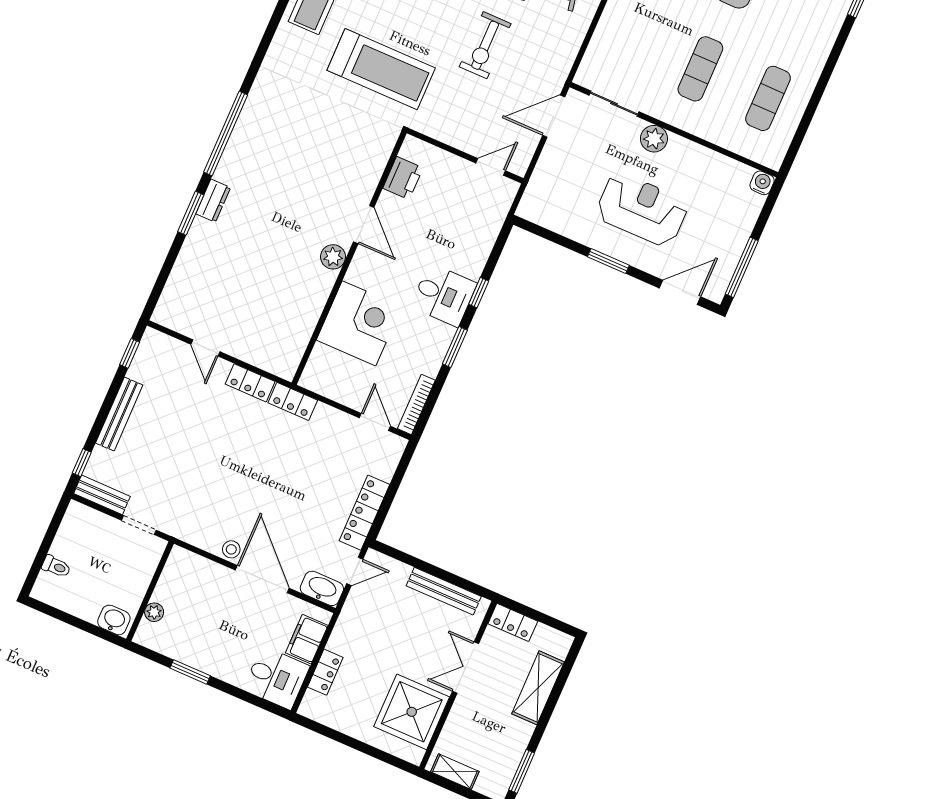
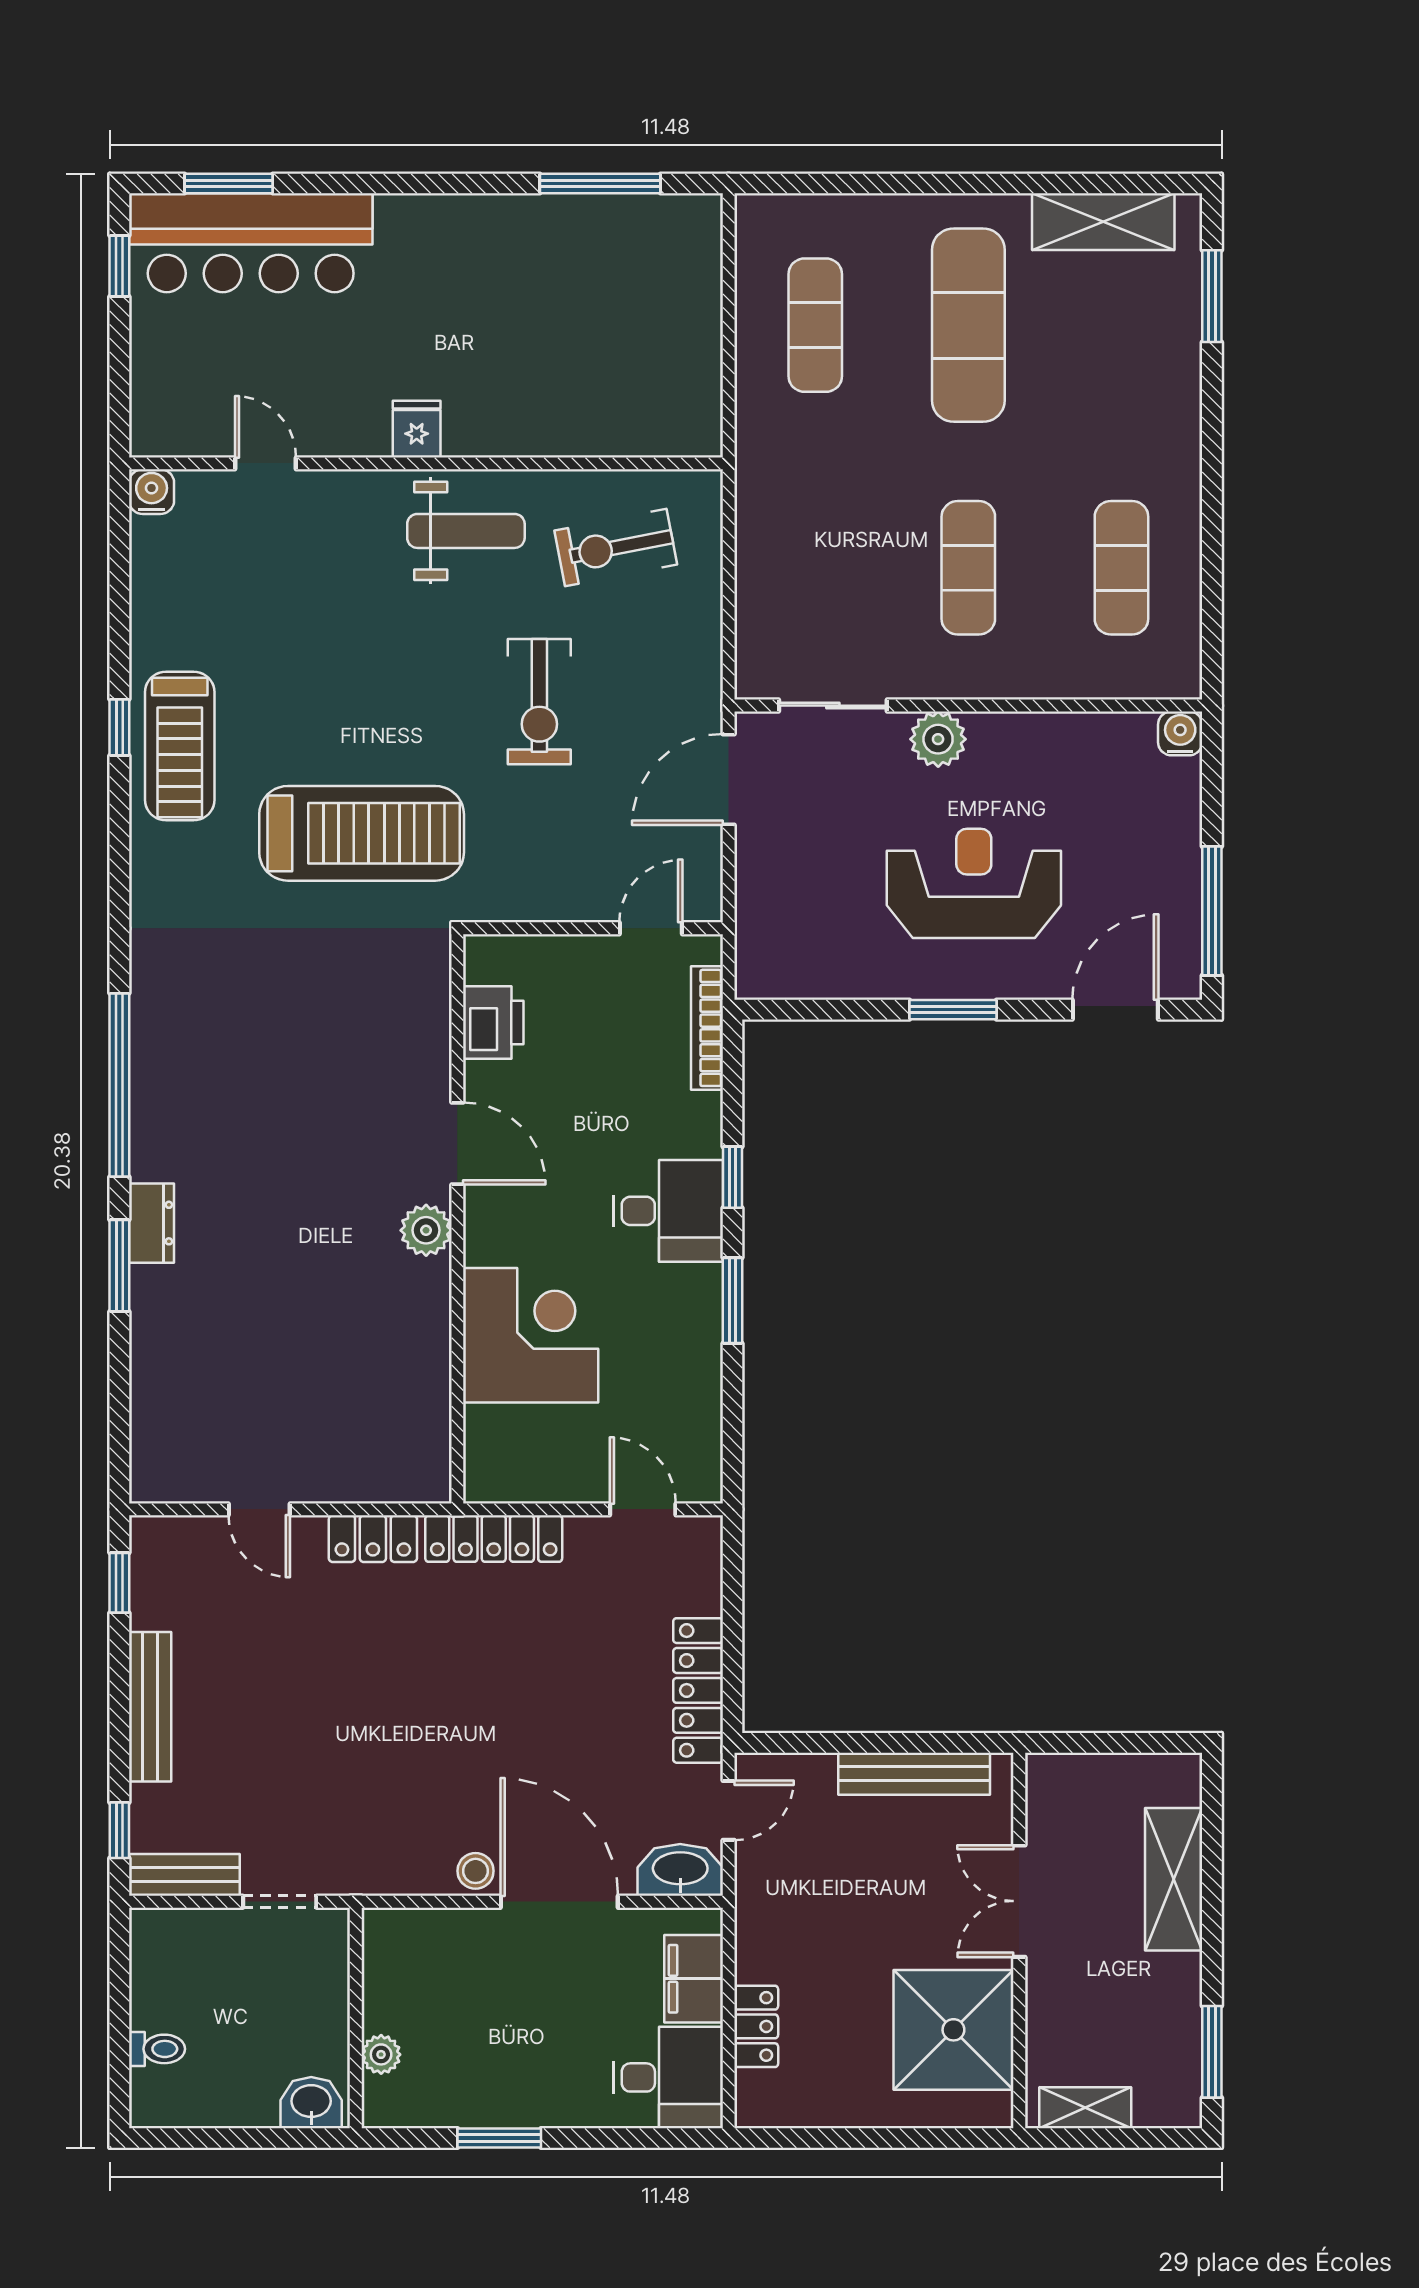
locker: (293, 401) -> (494, 1539), width x1.53
bookcase: (416, 404) -> (707, 1028), moved
locker: (513, 622) -> (1071, 1776), removed

